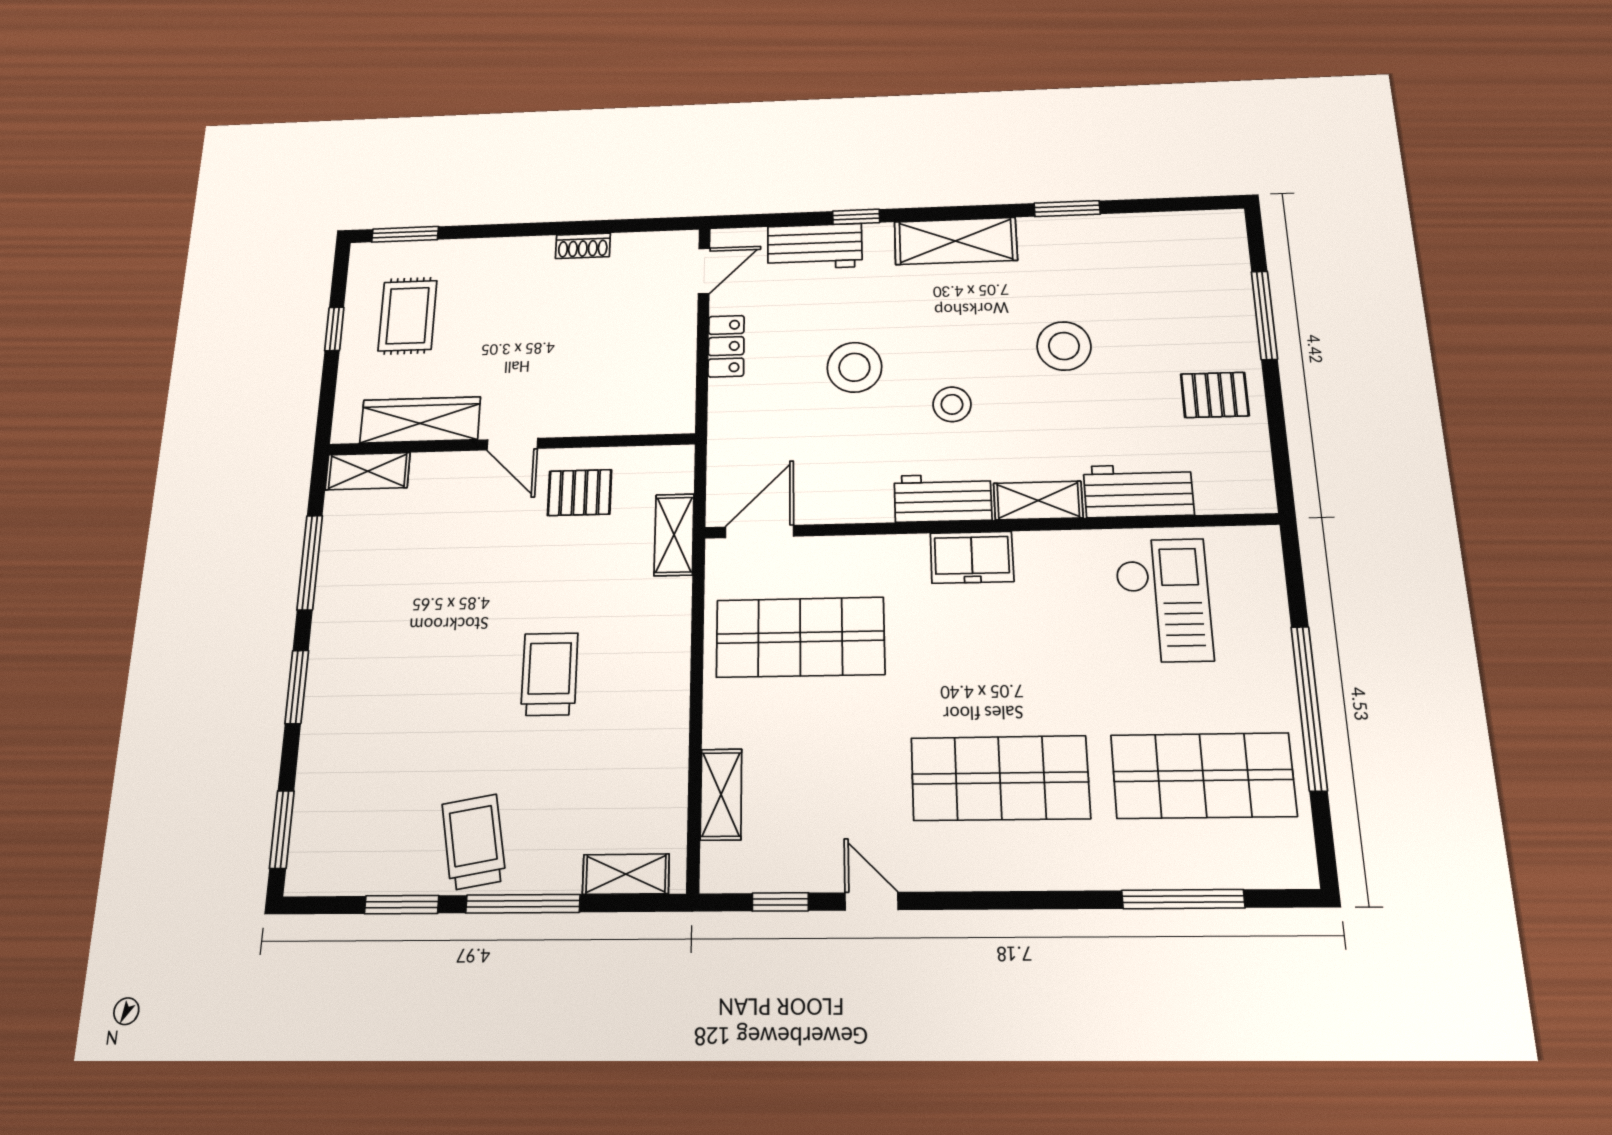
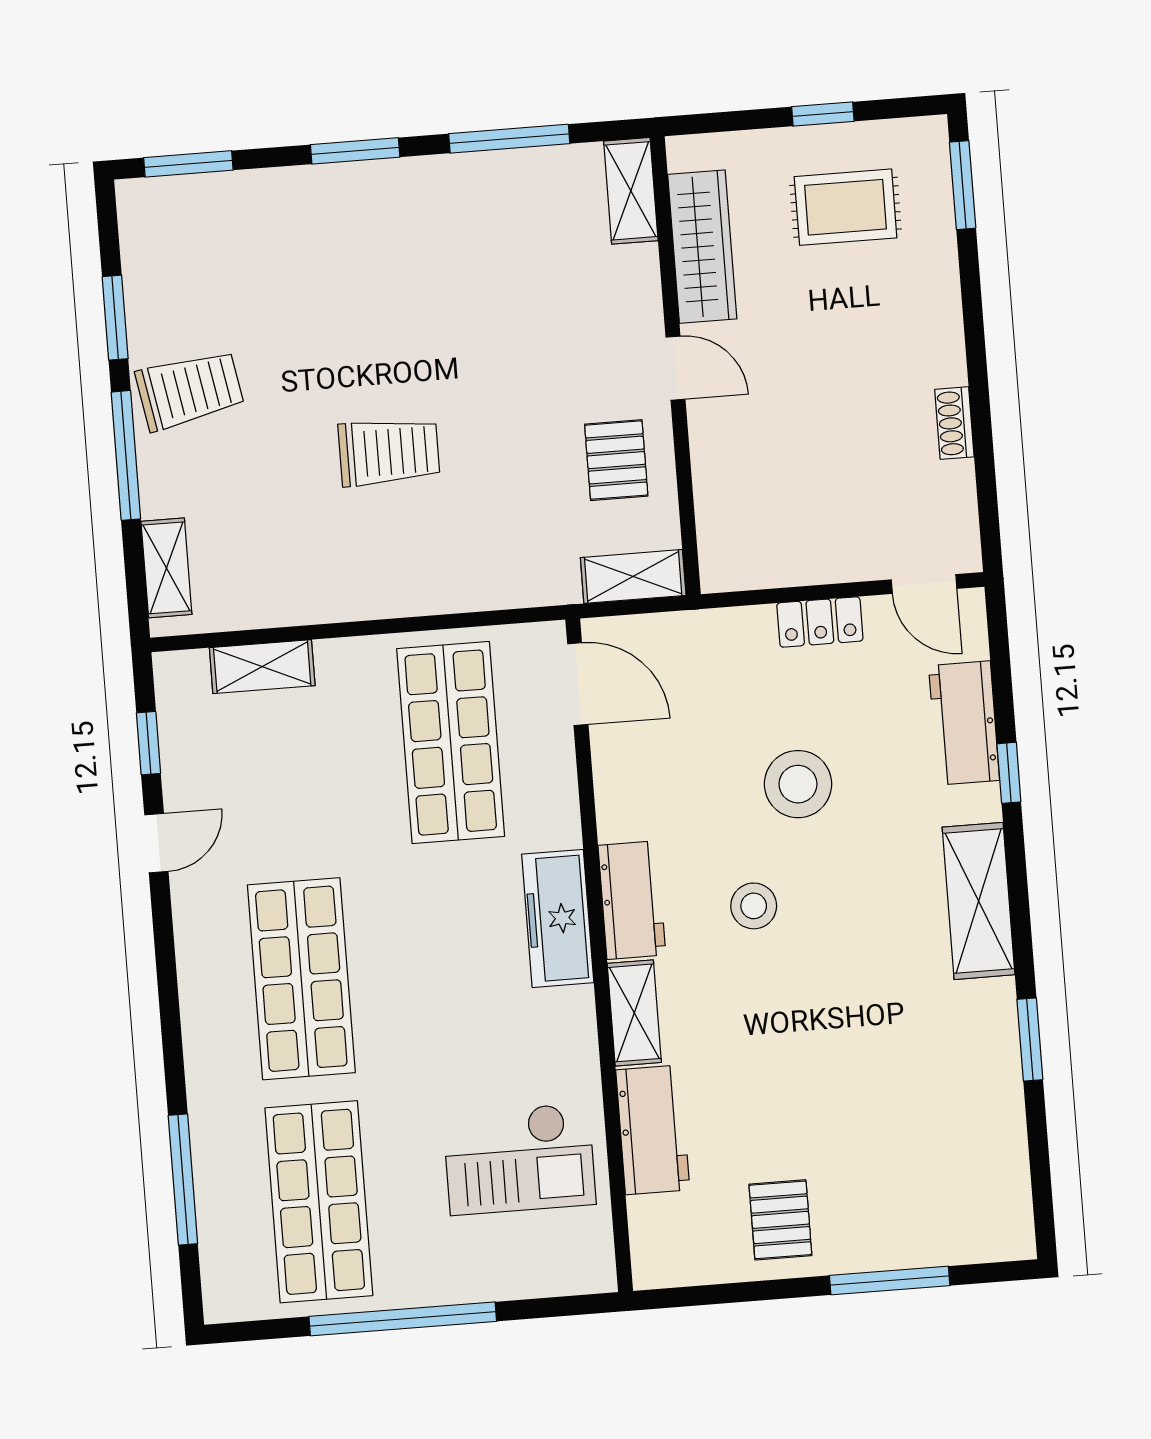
stool: (1064, 346) -> (838, 1039), removed
door: (512, 444) -> (676, 368), swing flipped
shelving: (674, 535) -> (633, 576), moved
freezer: (972, 557) -> (558, 918), width x1.40

